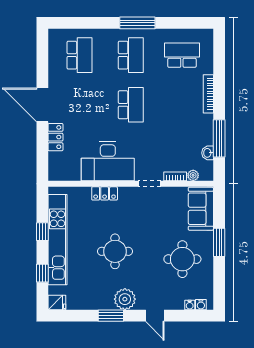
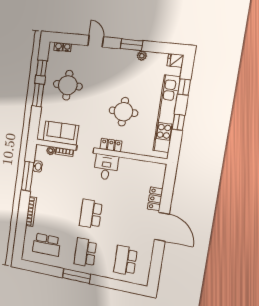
desk: (108, 161) -> (106, 167), width x0.53, depth x0.77
locker: (105, 193) -> (111, 145), moved
sofa: (201, 209) -> (61, 133), moved, turned -90
round table: (115, 251) -> (123, 112), moved
window: (219, 276) -> (42, 68), added
plant: (125, 299) -> (142, 56), moved, width x0.53, depth x0.53

